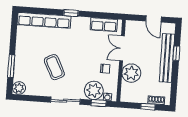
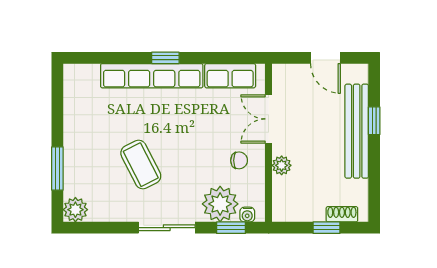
row of seats: (44, 20) -> (152, 76), moved
plant: (131, 73) -> (282, 165), width x0.53, depth x0.53

